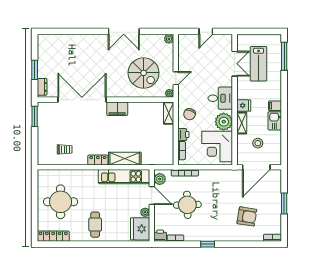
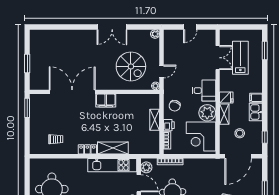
window: (284, 56) -> (265, 51), width x0.69
lab bench: (259, 64) -> (240, 58), turned 180
dresser: (42, 87) -> (34, 80), removed
shelving: (169, 113) -> (155, 120), moved
window: (284, 147) -> (265, 137), added

